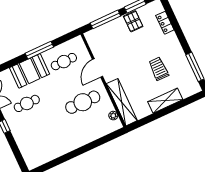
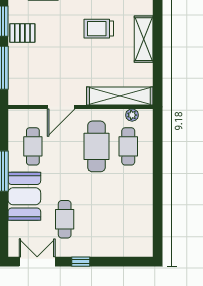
door: (97, 68) -> (61, 107), hinge flipped
cafe table: (92, 122) -> (128, 146), added

